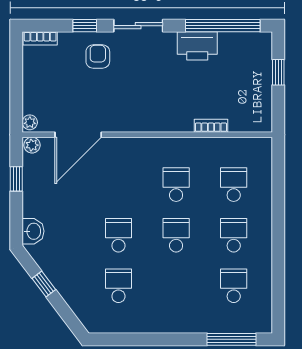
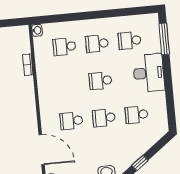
washbasin: (263, 145) -> (37, 30), added
school desk: (176, 185) -> (71, 121), moved
desk: (181, 311) -> (149, 73), added

